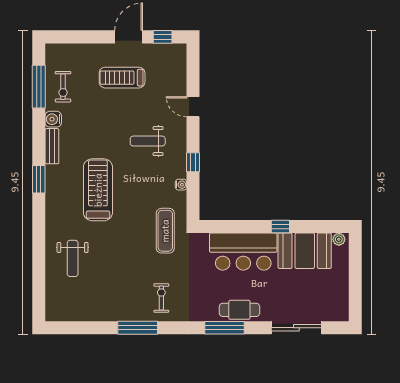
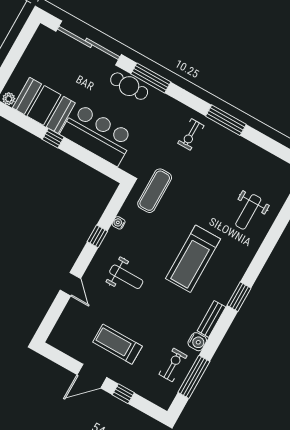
window: (163, 37) -> (123, 394), moved
treadmill: (122, 78) -> (117, 344), turned 180
weight bench: (73, 258) -> (248, 212), turned 180
sliding door: (296, 328) -> (89, 43), width x1.36

